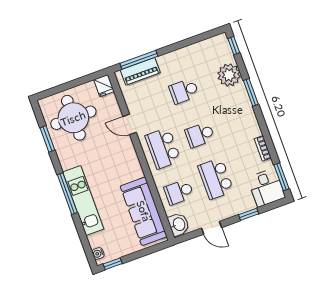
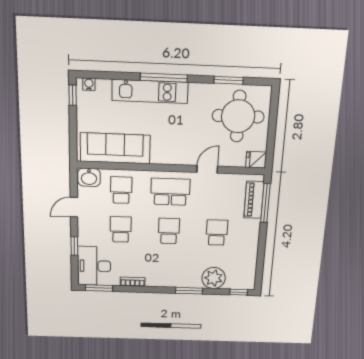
school desk: (216, 179) -> (121, 229), width x0.54
desk: (266, 188) -> (94, 266), width x1.37

